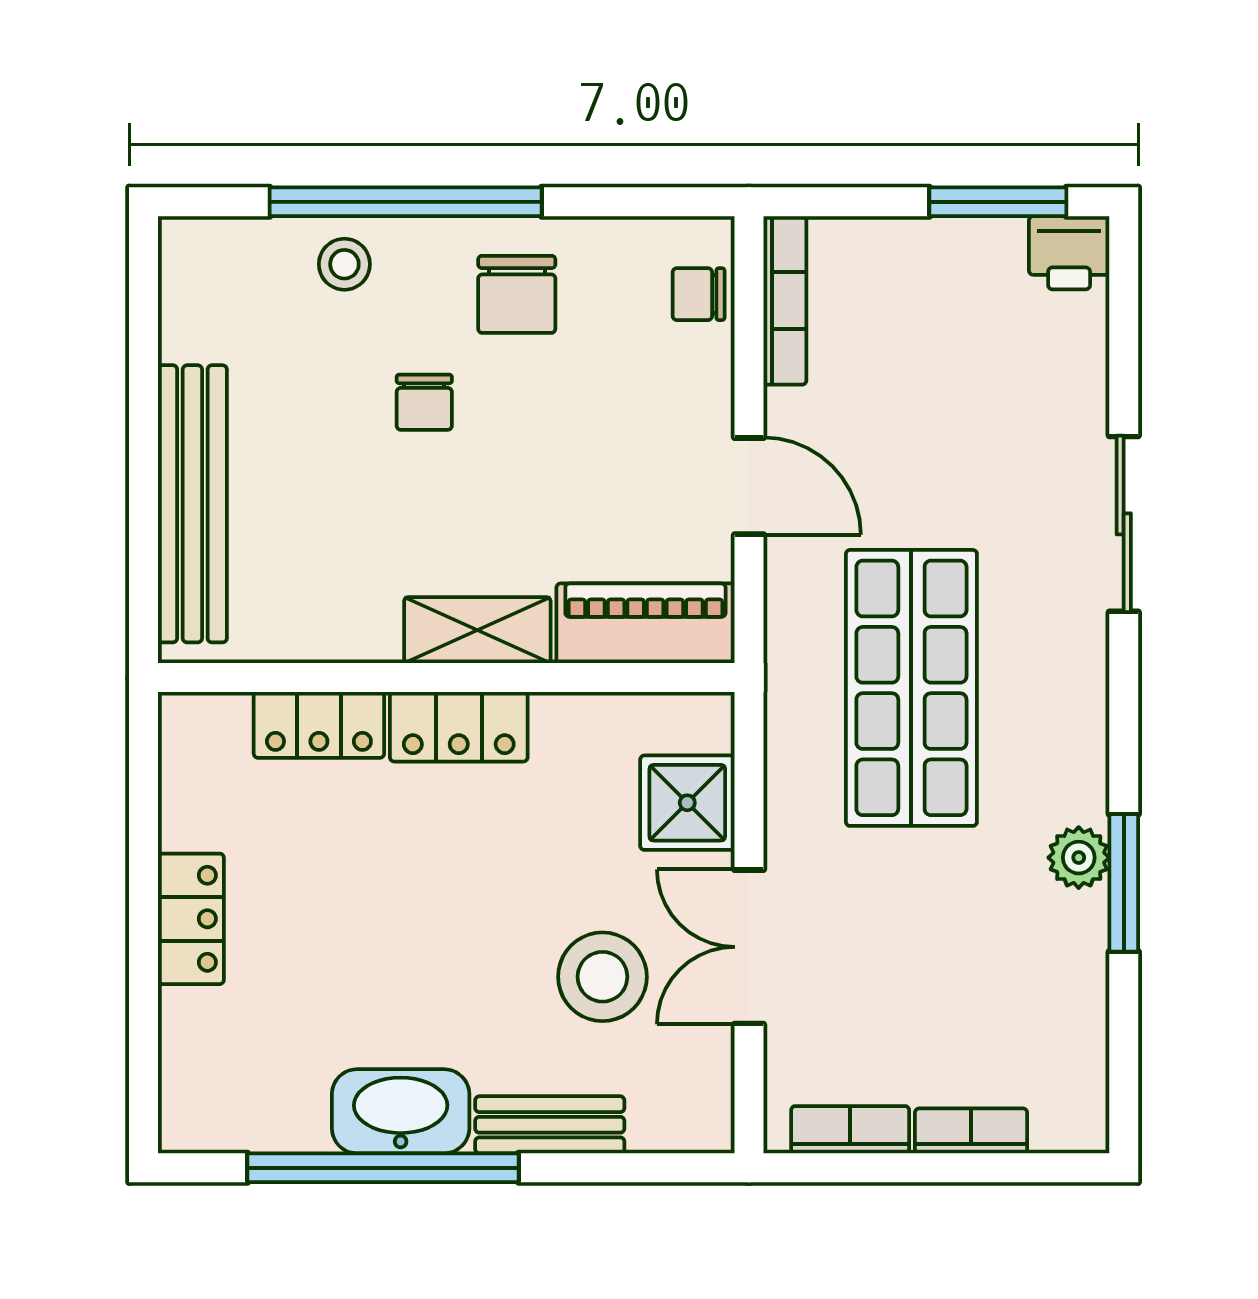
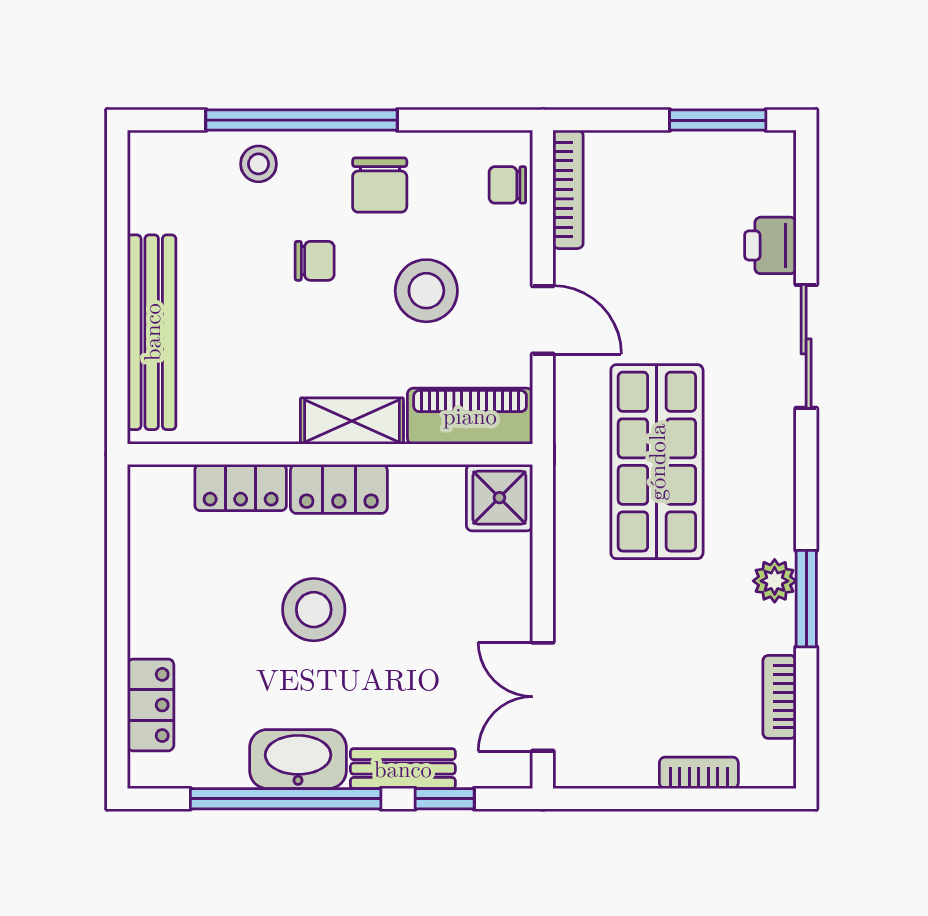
printer: (1069, 253) -> (770, 245), moved, turned 90
chair: (424, 402) -> (315, 261), turned -90
stool: (583, 445) -> (426, 291), added
shower: (687, 803) -> (499, 498), moved
locker: (191, 919) -> (151, 705), moved
double door: (749, 947) -> (543, 697), moved
stool: (602, 977) -> (314, 610), moved
bookcase: (850, 1130) -> (779, 697), moved, turned -90
window: (609, 1168) -> (445, 799), added

